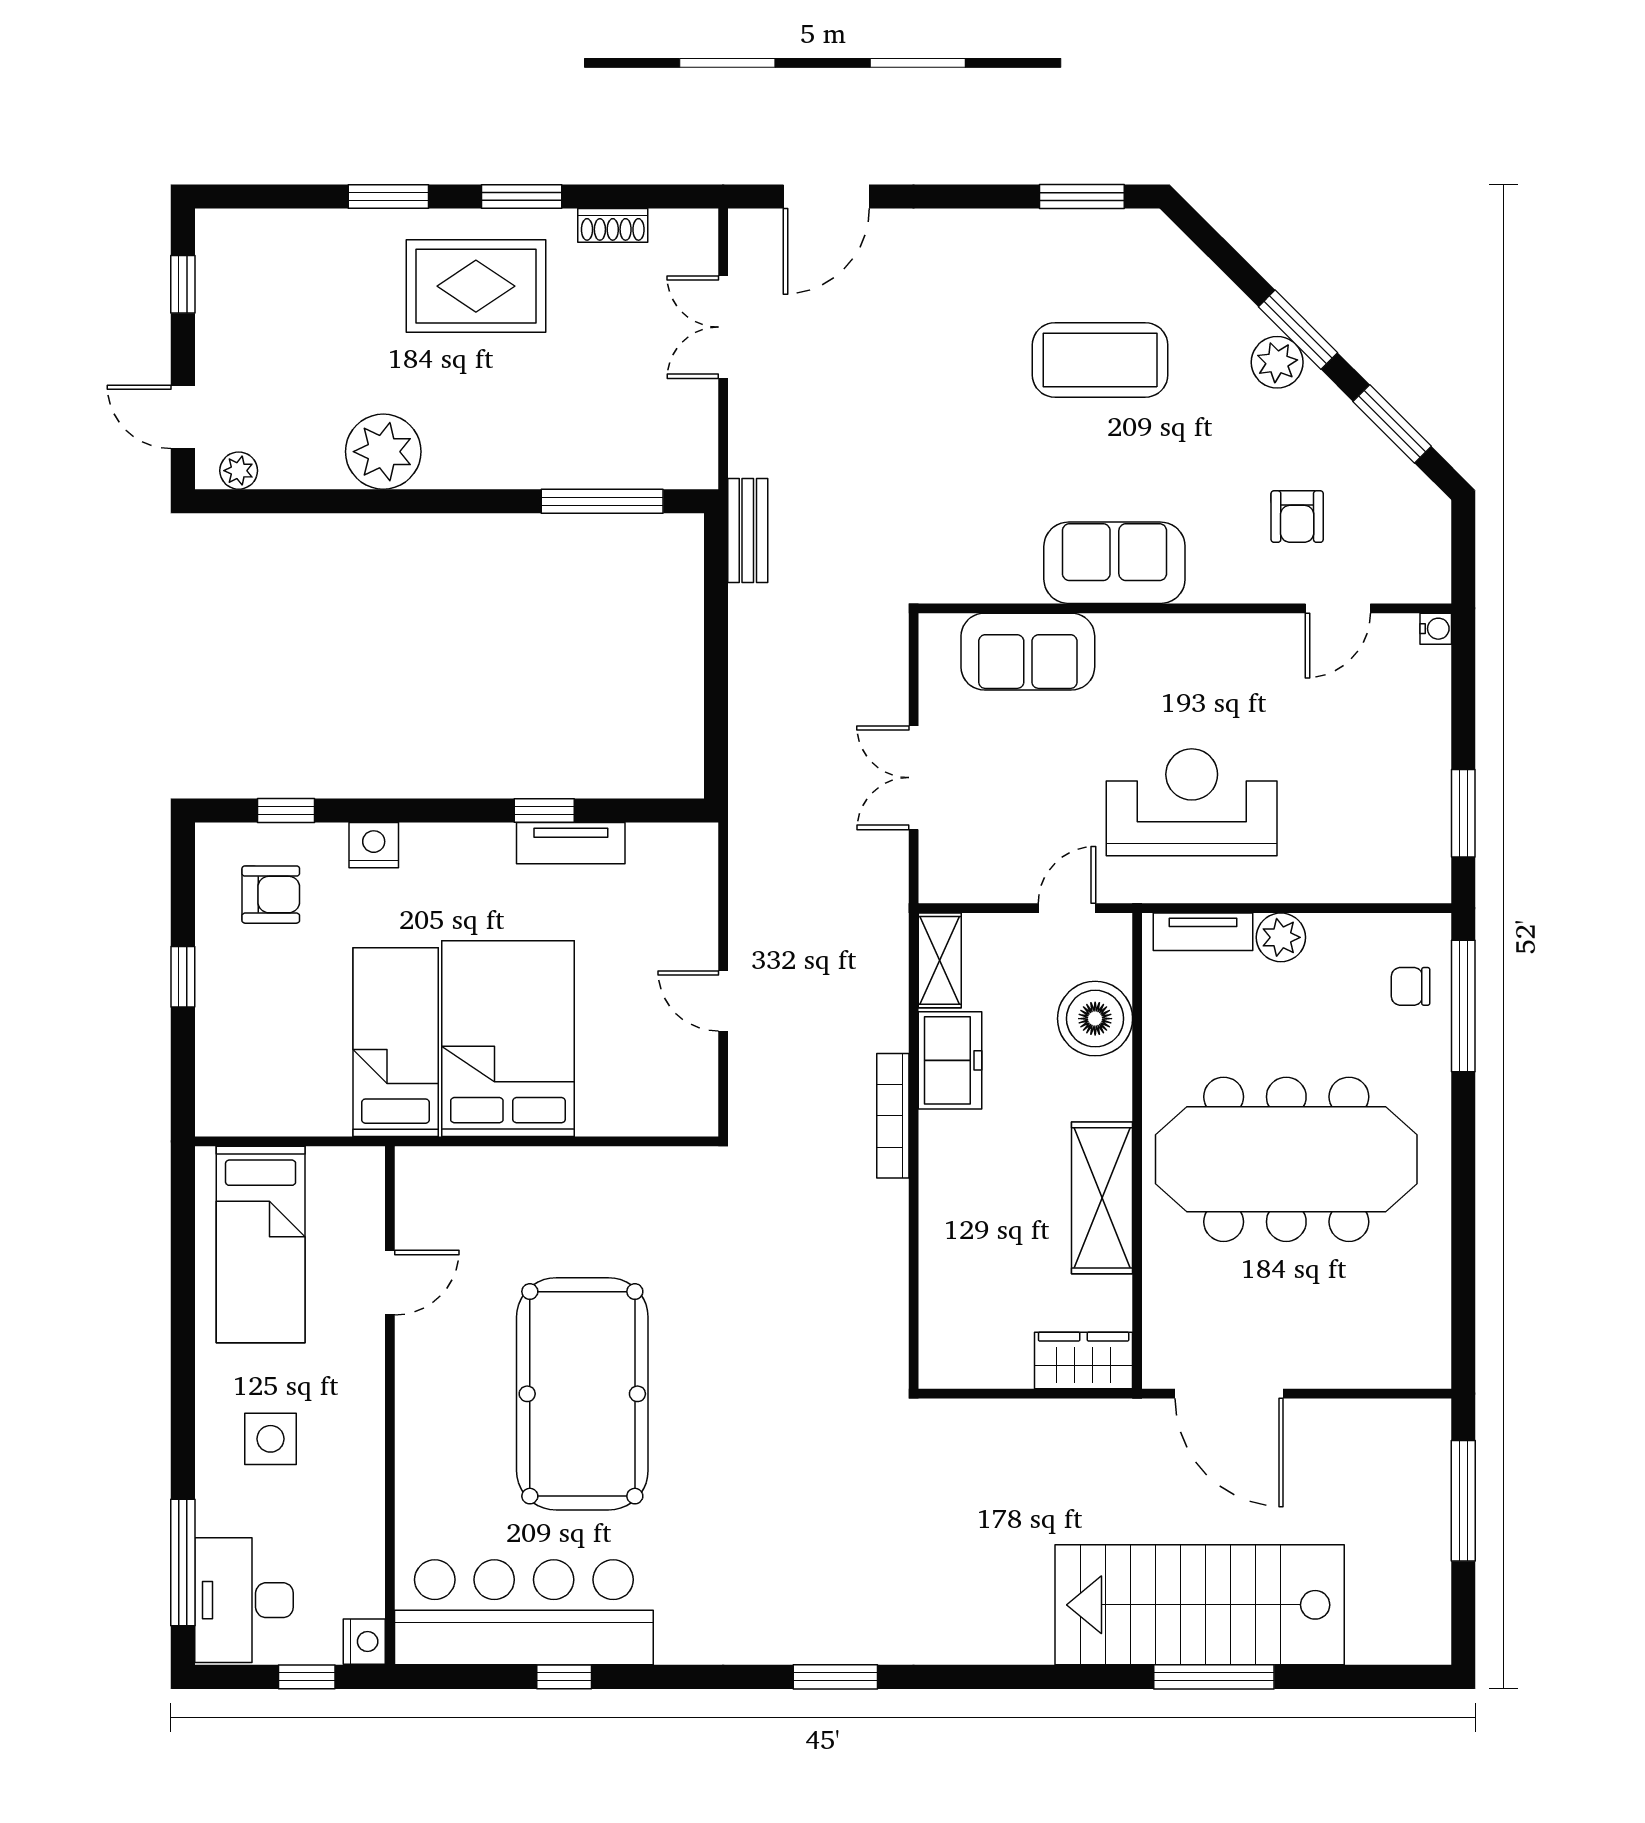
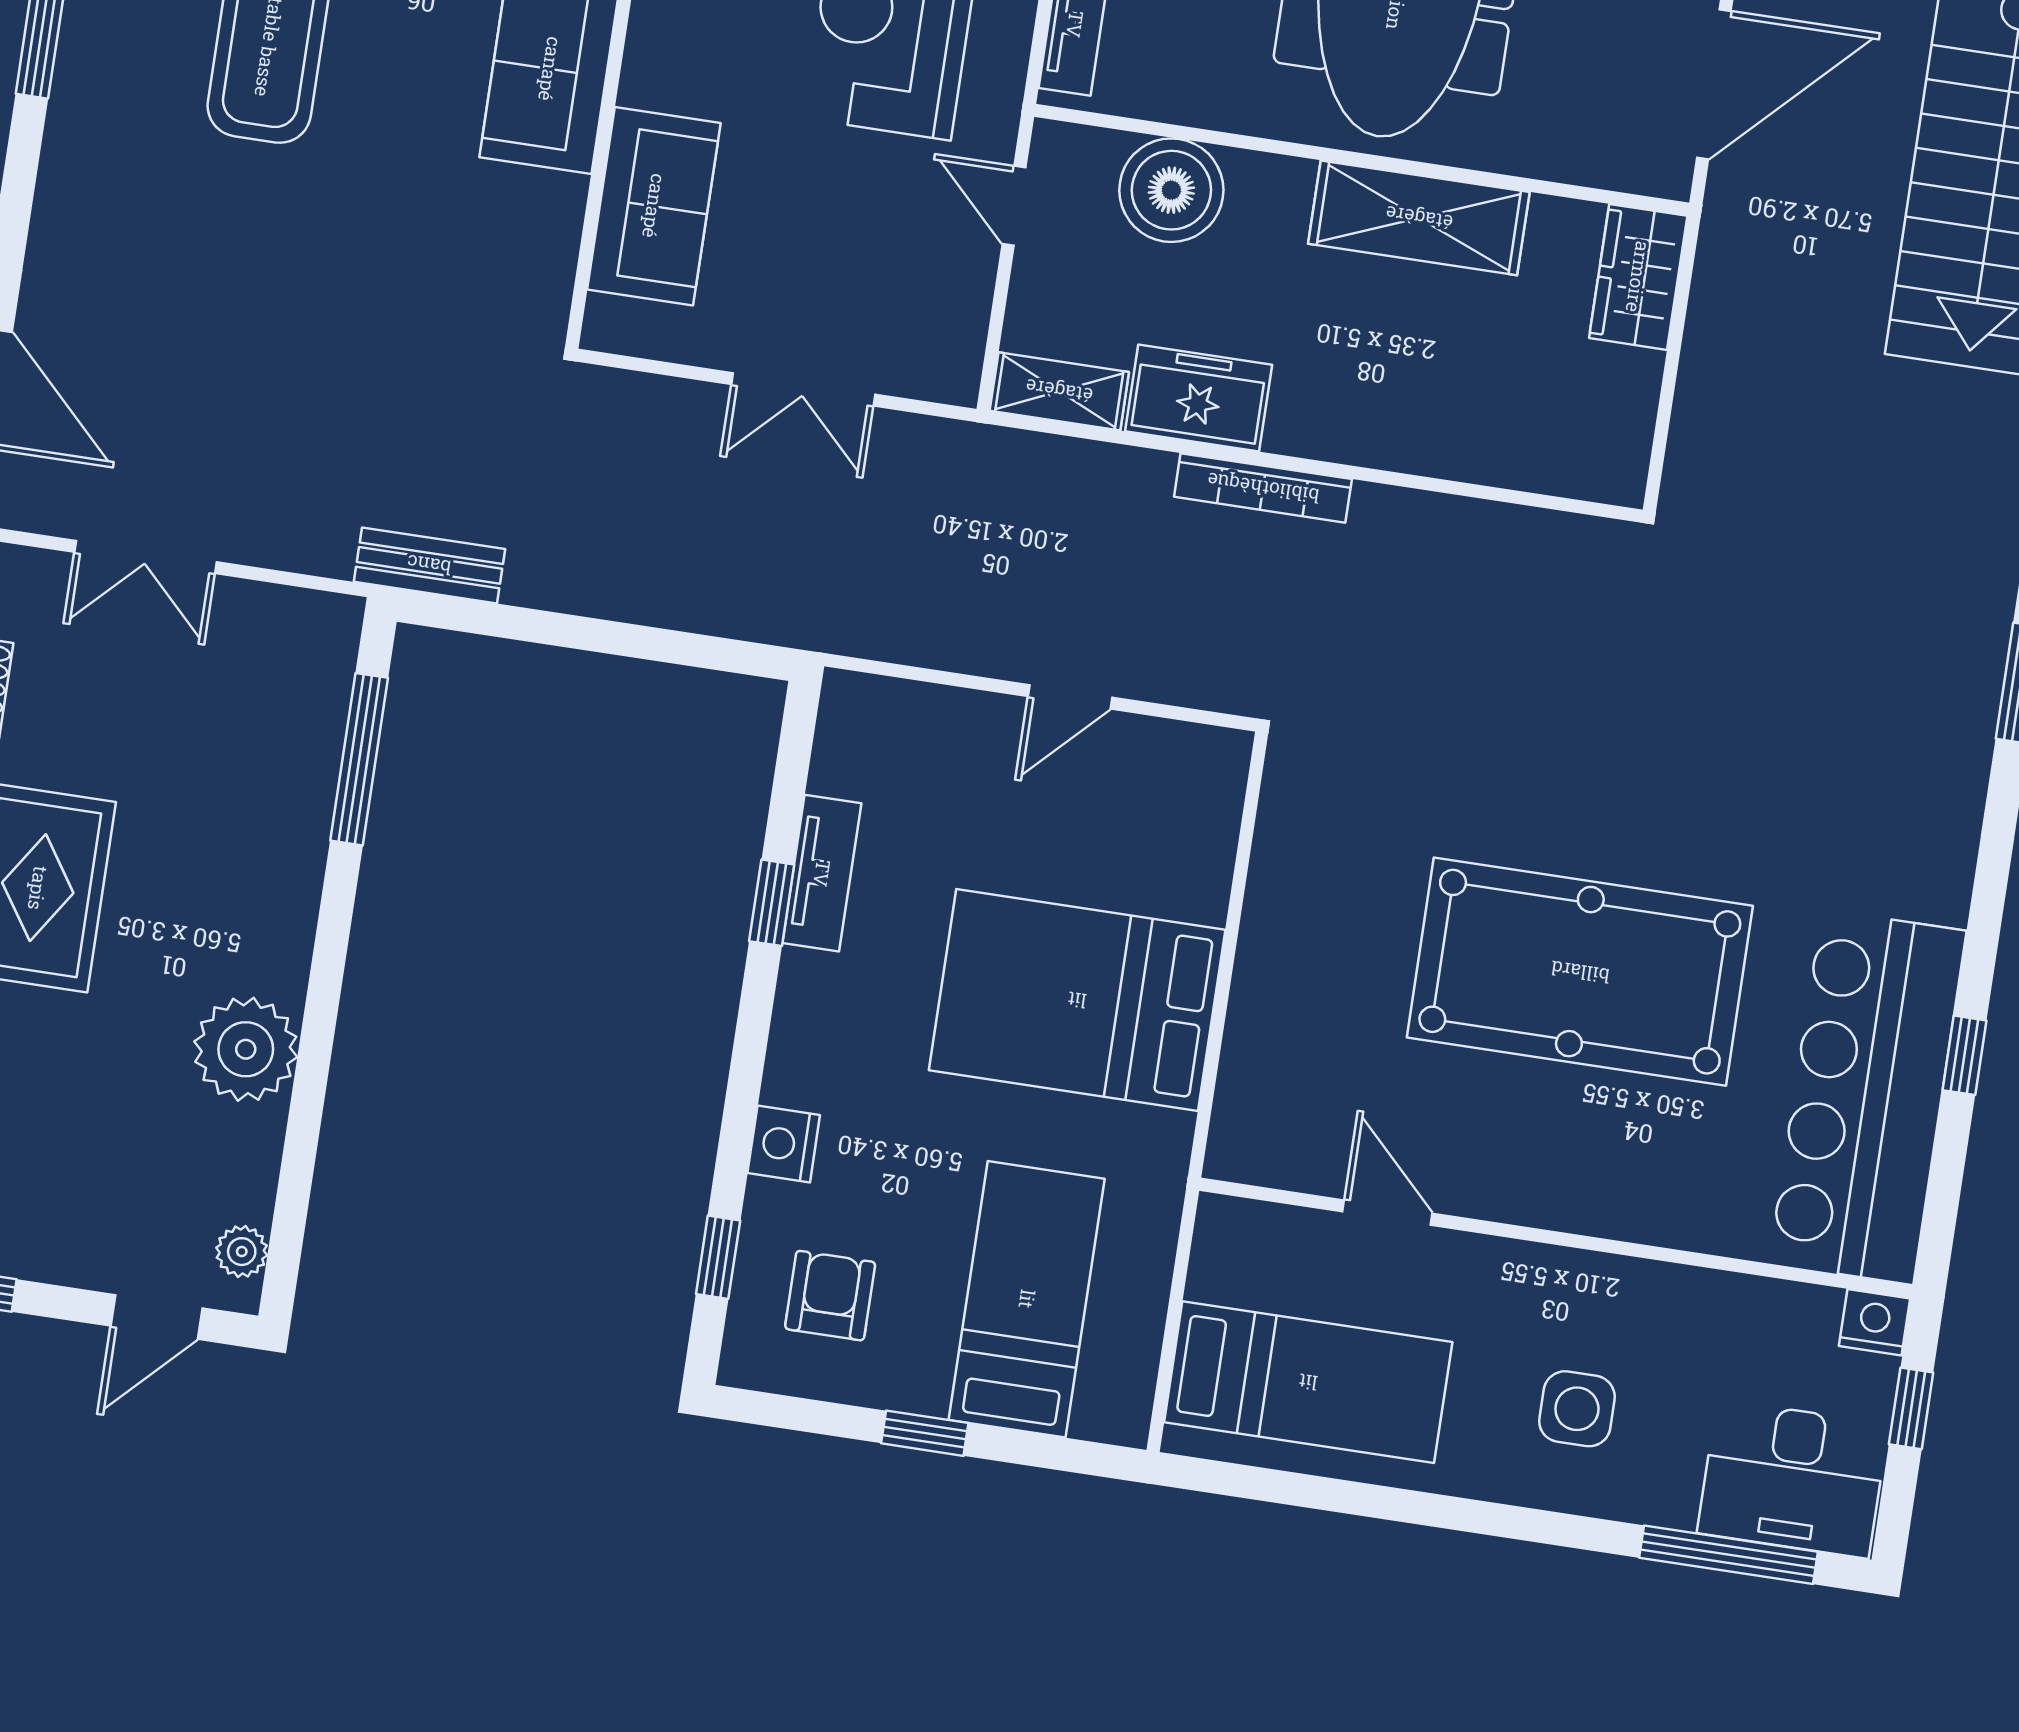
bed: (396, 1042) -> (1027, 1299), moved, turned 90

